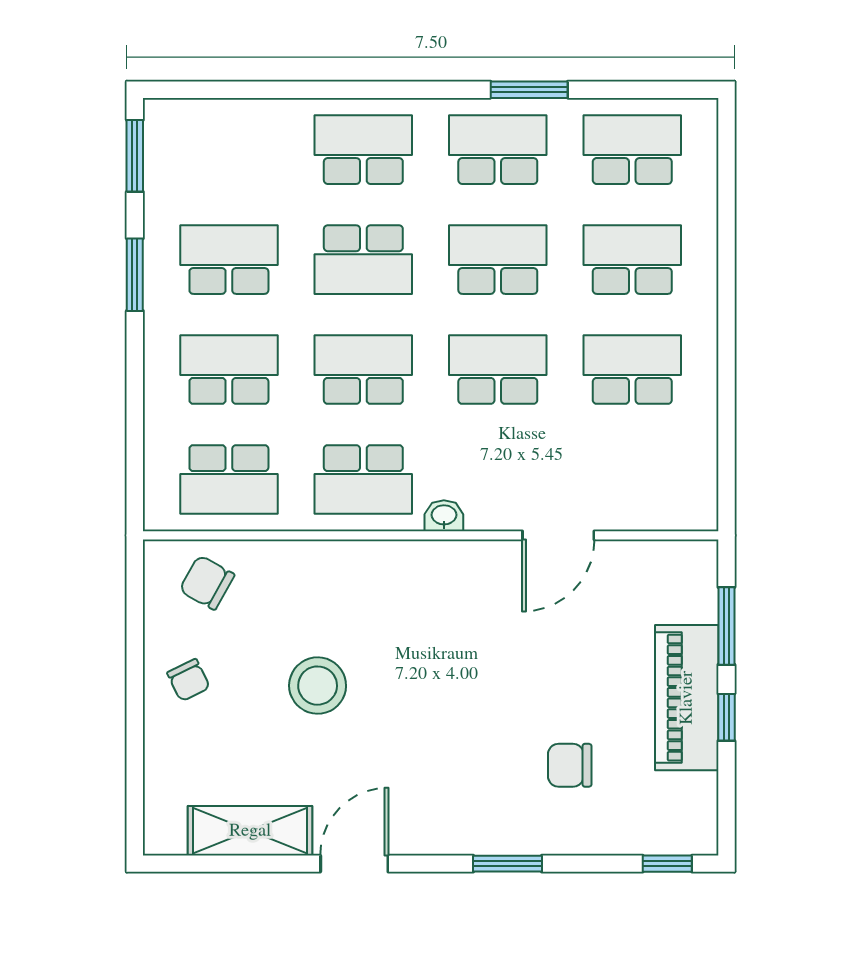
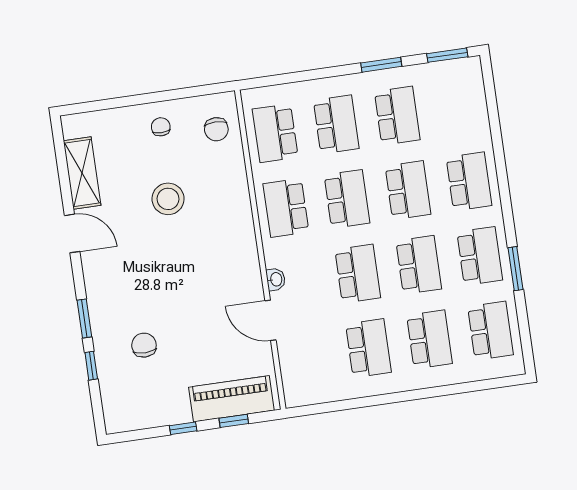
school desk: (363, 260) -> (408, 190), turned 180
washbasin: (444, 516) -> (276, 279), moved
chair: (207, 583) -> (216, 129), turned 151
window: (726, 626) -> (234, 421), width x0.67
chair: (189, 680) -> (161, 127), turned 116
piano: (687, 698) -> (231, 399), moved
window: (667, 864) -> (91, 366), moved

